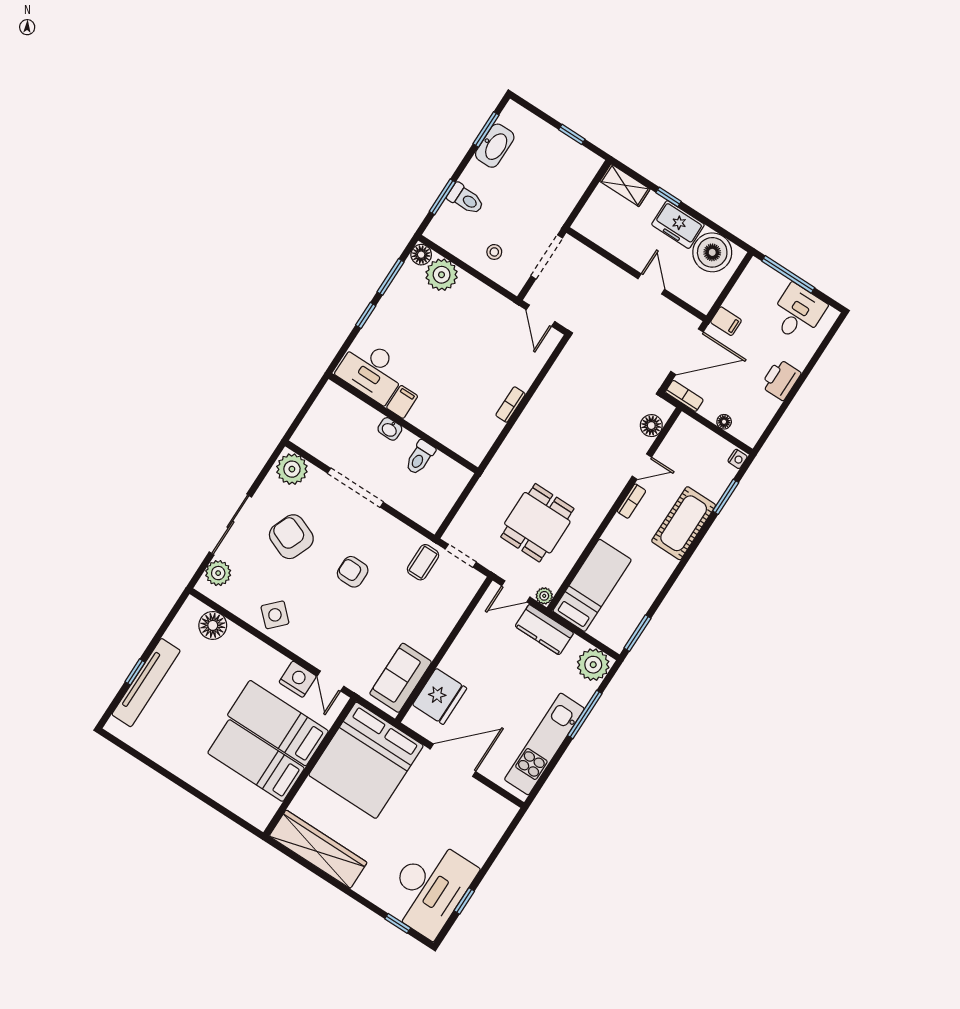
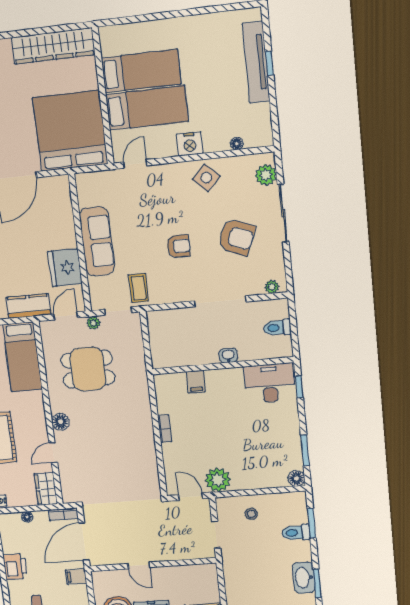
doorway: (547, 257) -> (216, 535), width x0.73
plant: (442, 275) -> (218, 480), moved
window: (366, 315) -> (299, 387), moved
filing cabinet: (402, 402) -> (196, 382), moved
floor lamp: (651, 426) -> (60, 422), moved
wardrobe: (681, 436) -> (46, 489), added
toilet: (420, 457) -> (277, 328), moved, turned -90
plant: (292, 469) -> (272, 287), width x0.53, depth x0.53
bookcase: (632, 501) -> (42, 427), removed
dining table: (537, 523) -> (88, 369), turned 90
plant: (544, 596) -> (93, 323), moved
floor lamp: (213, 625) -> (237, 144), width x0.53, depth x0.53
sofa: (401, 678) -> (97, 241), moved, width x1.36
nightstand: (298, 679) -> (190, 144), moved
door: (330, 681) -> (135, 164), hinge flipped
fridge: (440, 696) -> (65, 268), moved

